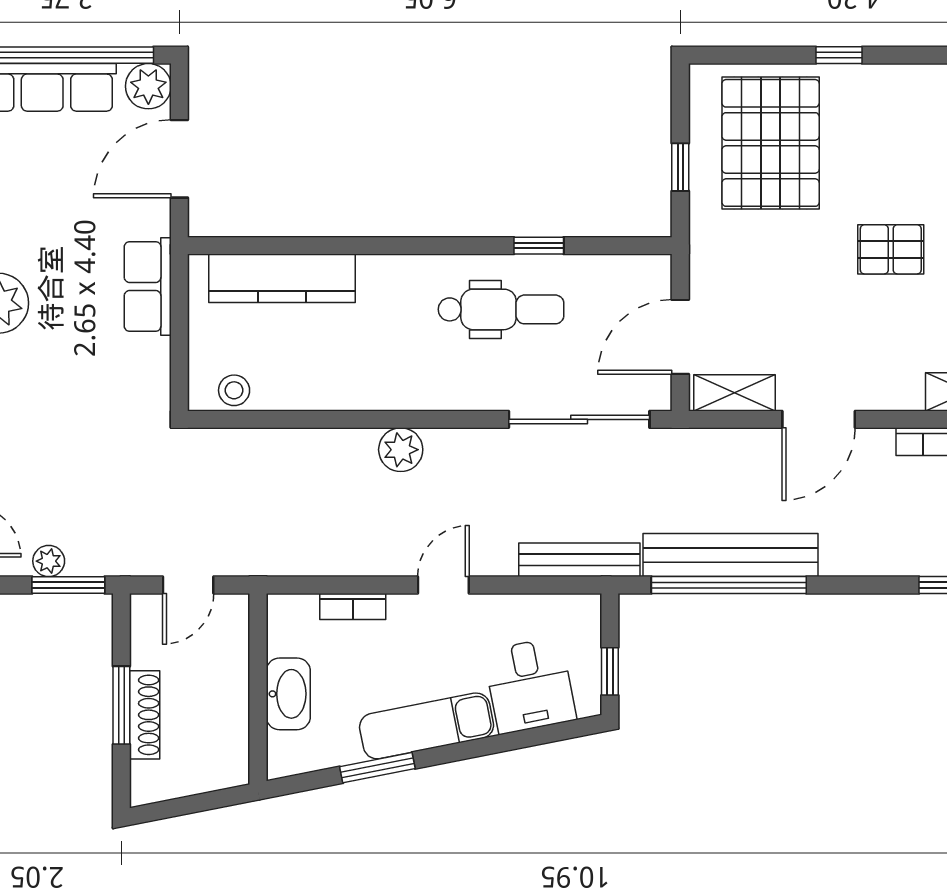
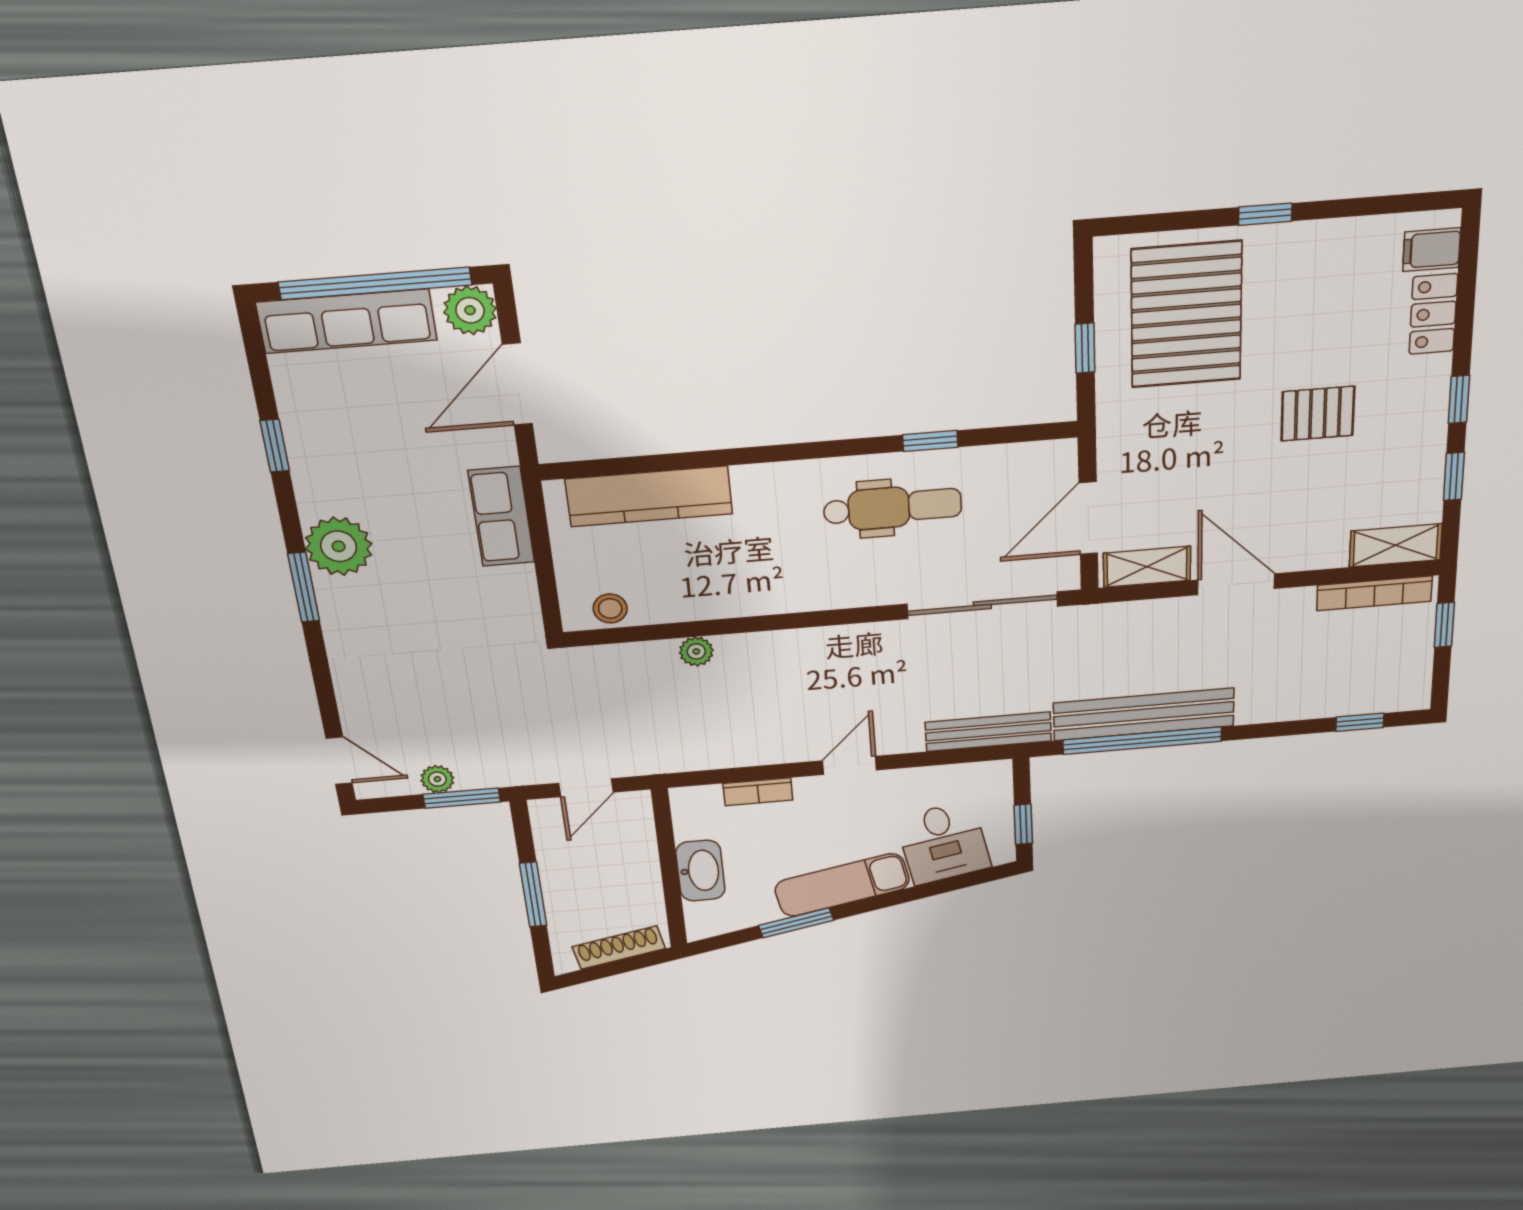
door: (819, 419) -> (1236, 584), swing flipped
plant: (401, 450) -> (696, 651), moved, width x0.73, depth x0.73
shoe rack: (145, 715) -> (619, 948), moved, turned -101

